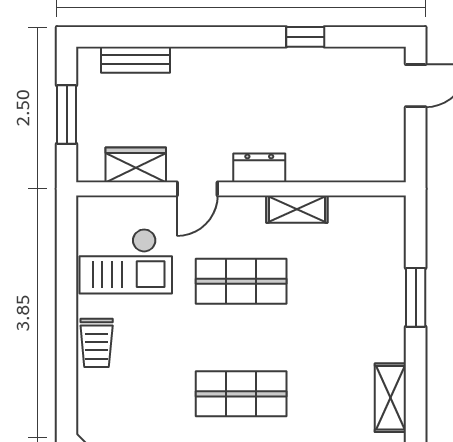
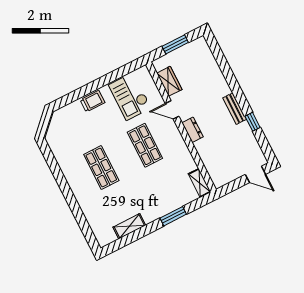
bench: (135, 60) -> (235, 109), moved
shelving: (297, 209) -> (199, 183), moved
trolley: (97, 343) -> (92, 101), turned 180

